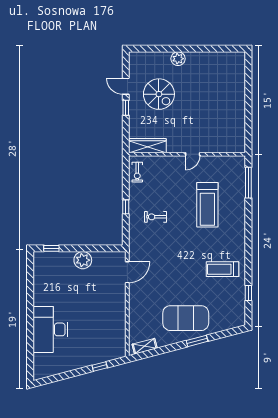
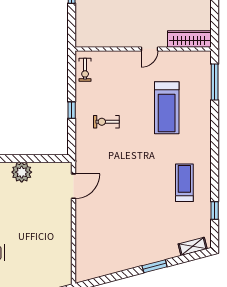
wardrobe: (147, 146) -> (189, 39), moved
treadmill: (223, 269) -> (184, 183), turned 90
exercise mat: (186, 318) -> (142, 240), removed
shelving: (145, 346) -> (193, 246), moved

